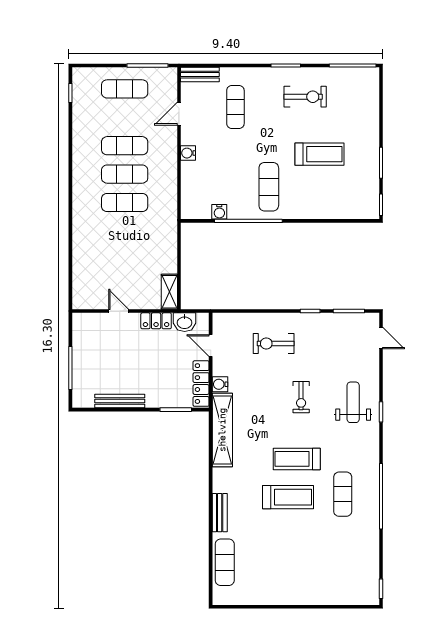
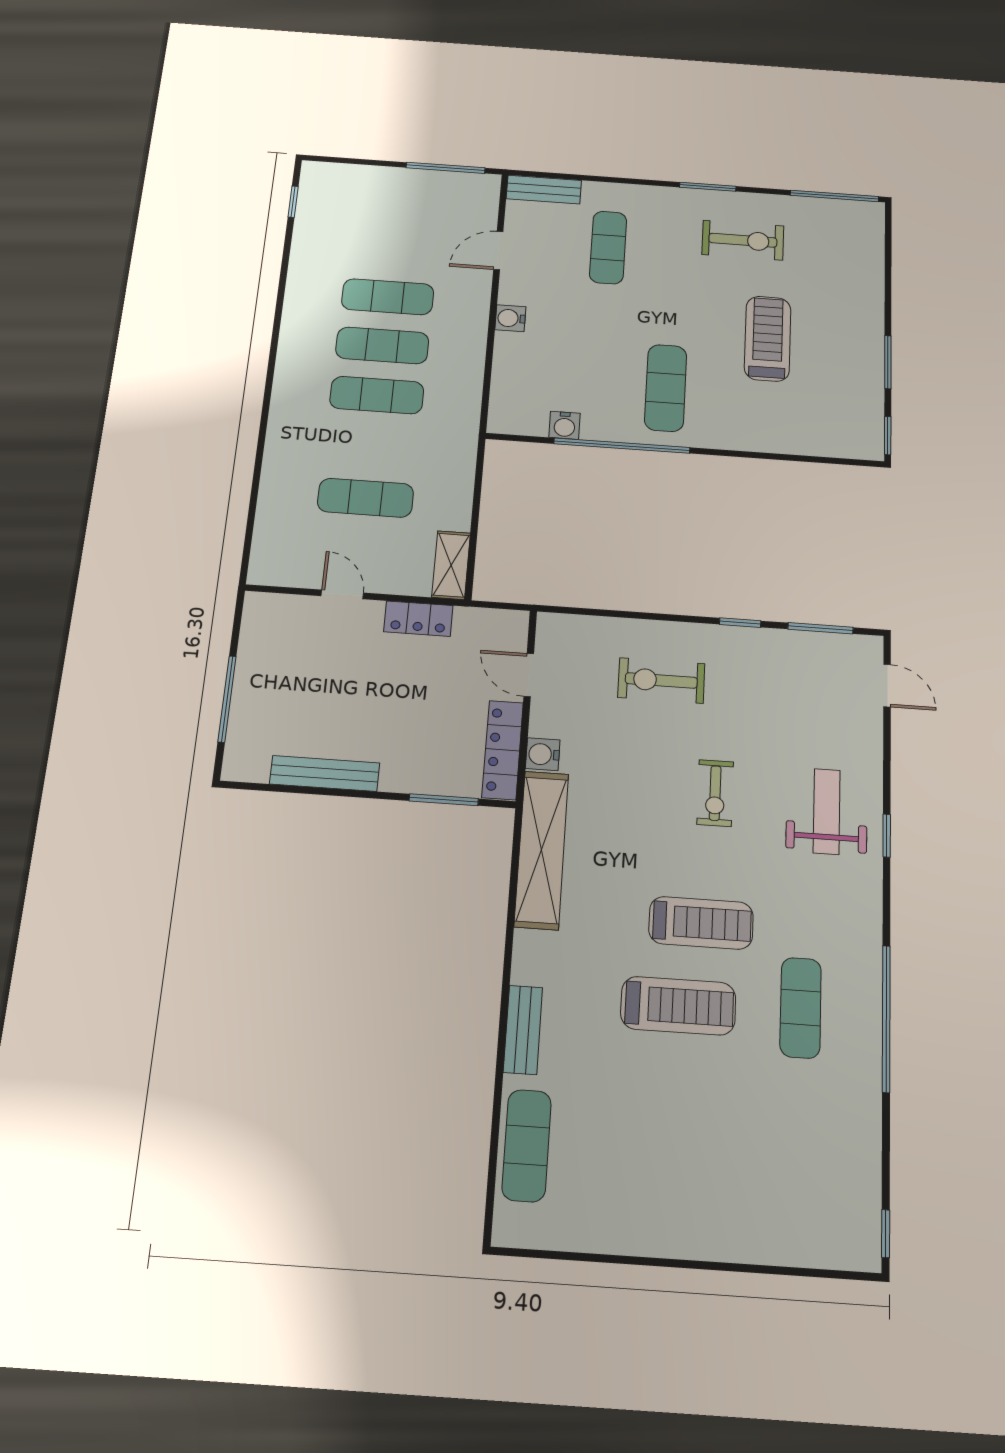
exercise mat: (125, 89) -> (366, 498), moved
treadmill: (320, 154) -> (768, 339), turned -90
washbasin: (185, 322) -> (478, 626), removed
treadmill: (297, 459) -> (701, 923), turned 180

